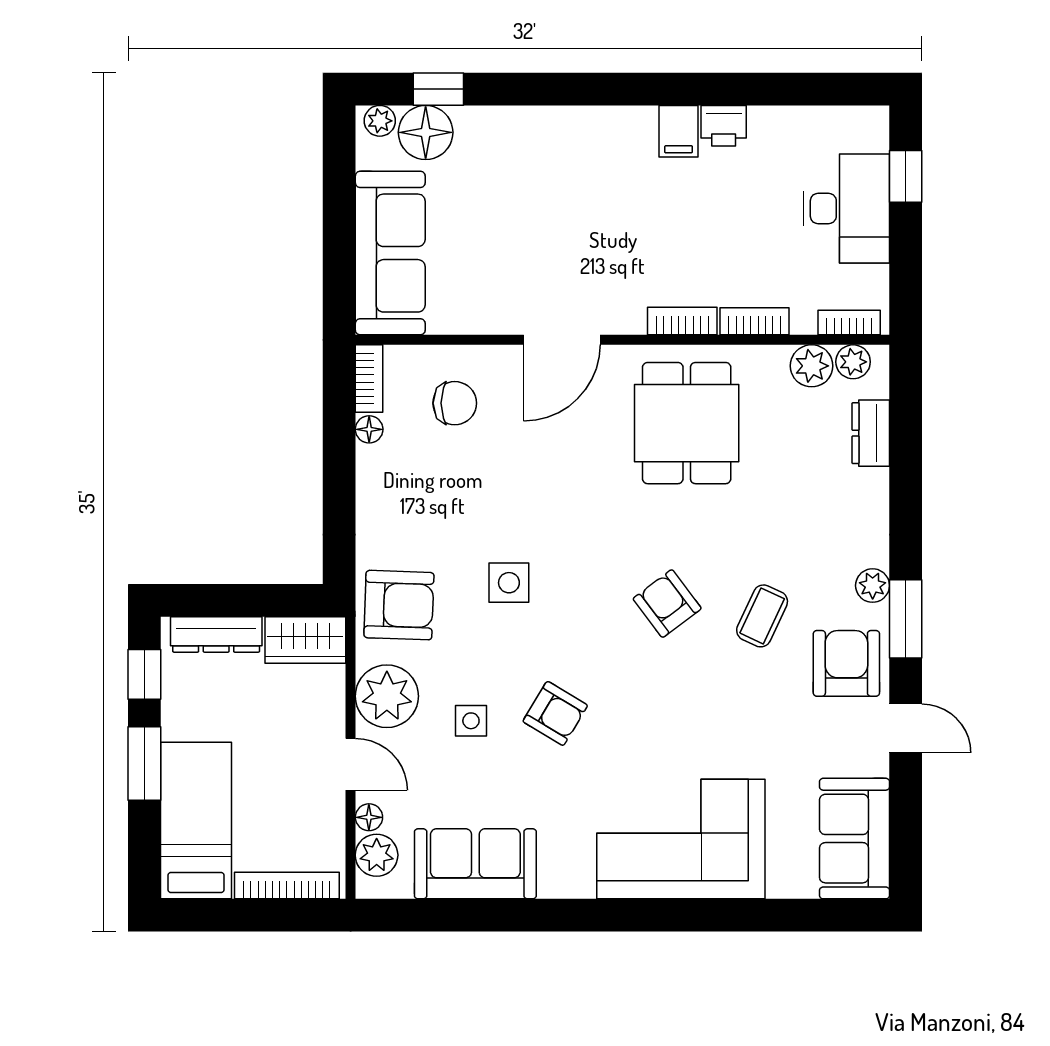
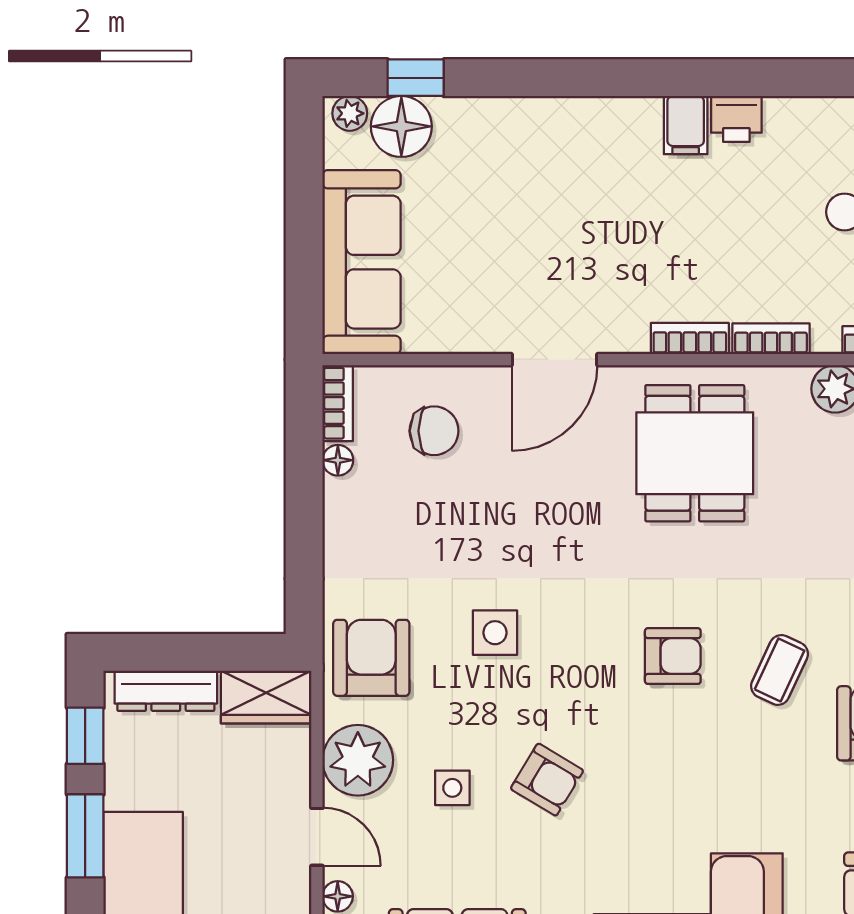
armchair: (667, 604) -> (673, 656), turned 127
armchair: (399, 605) -> (371, 658), turned -92

